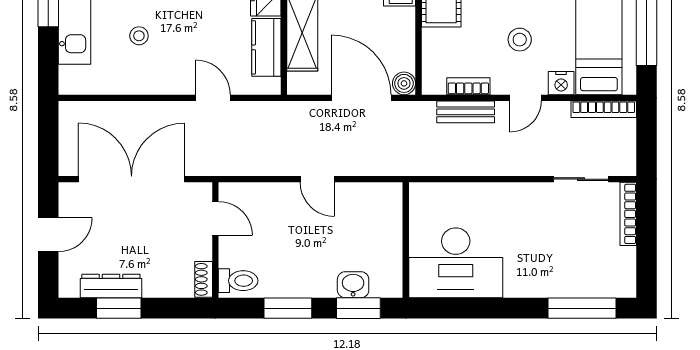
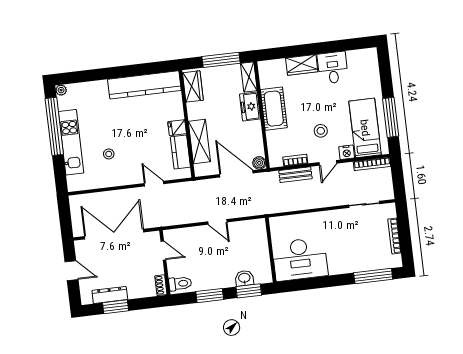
bookcase: (628, 214) -> (394, 236), moved
door: (48, 235) -> (71, 271), hinge flipped

